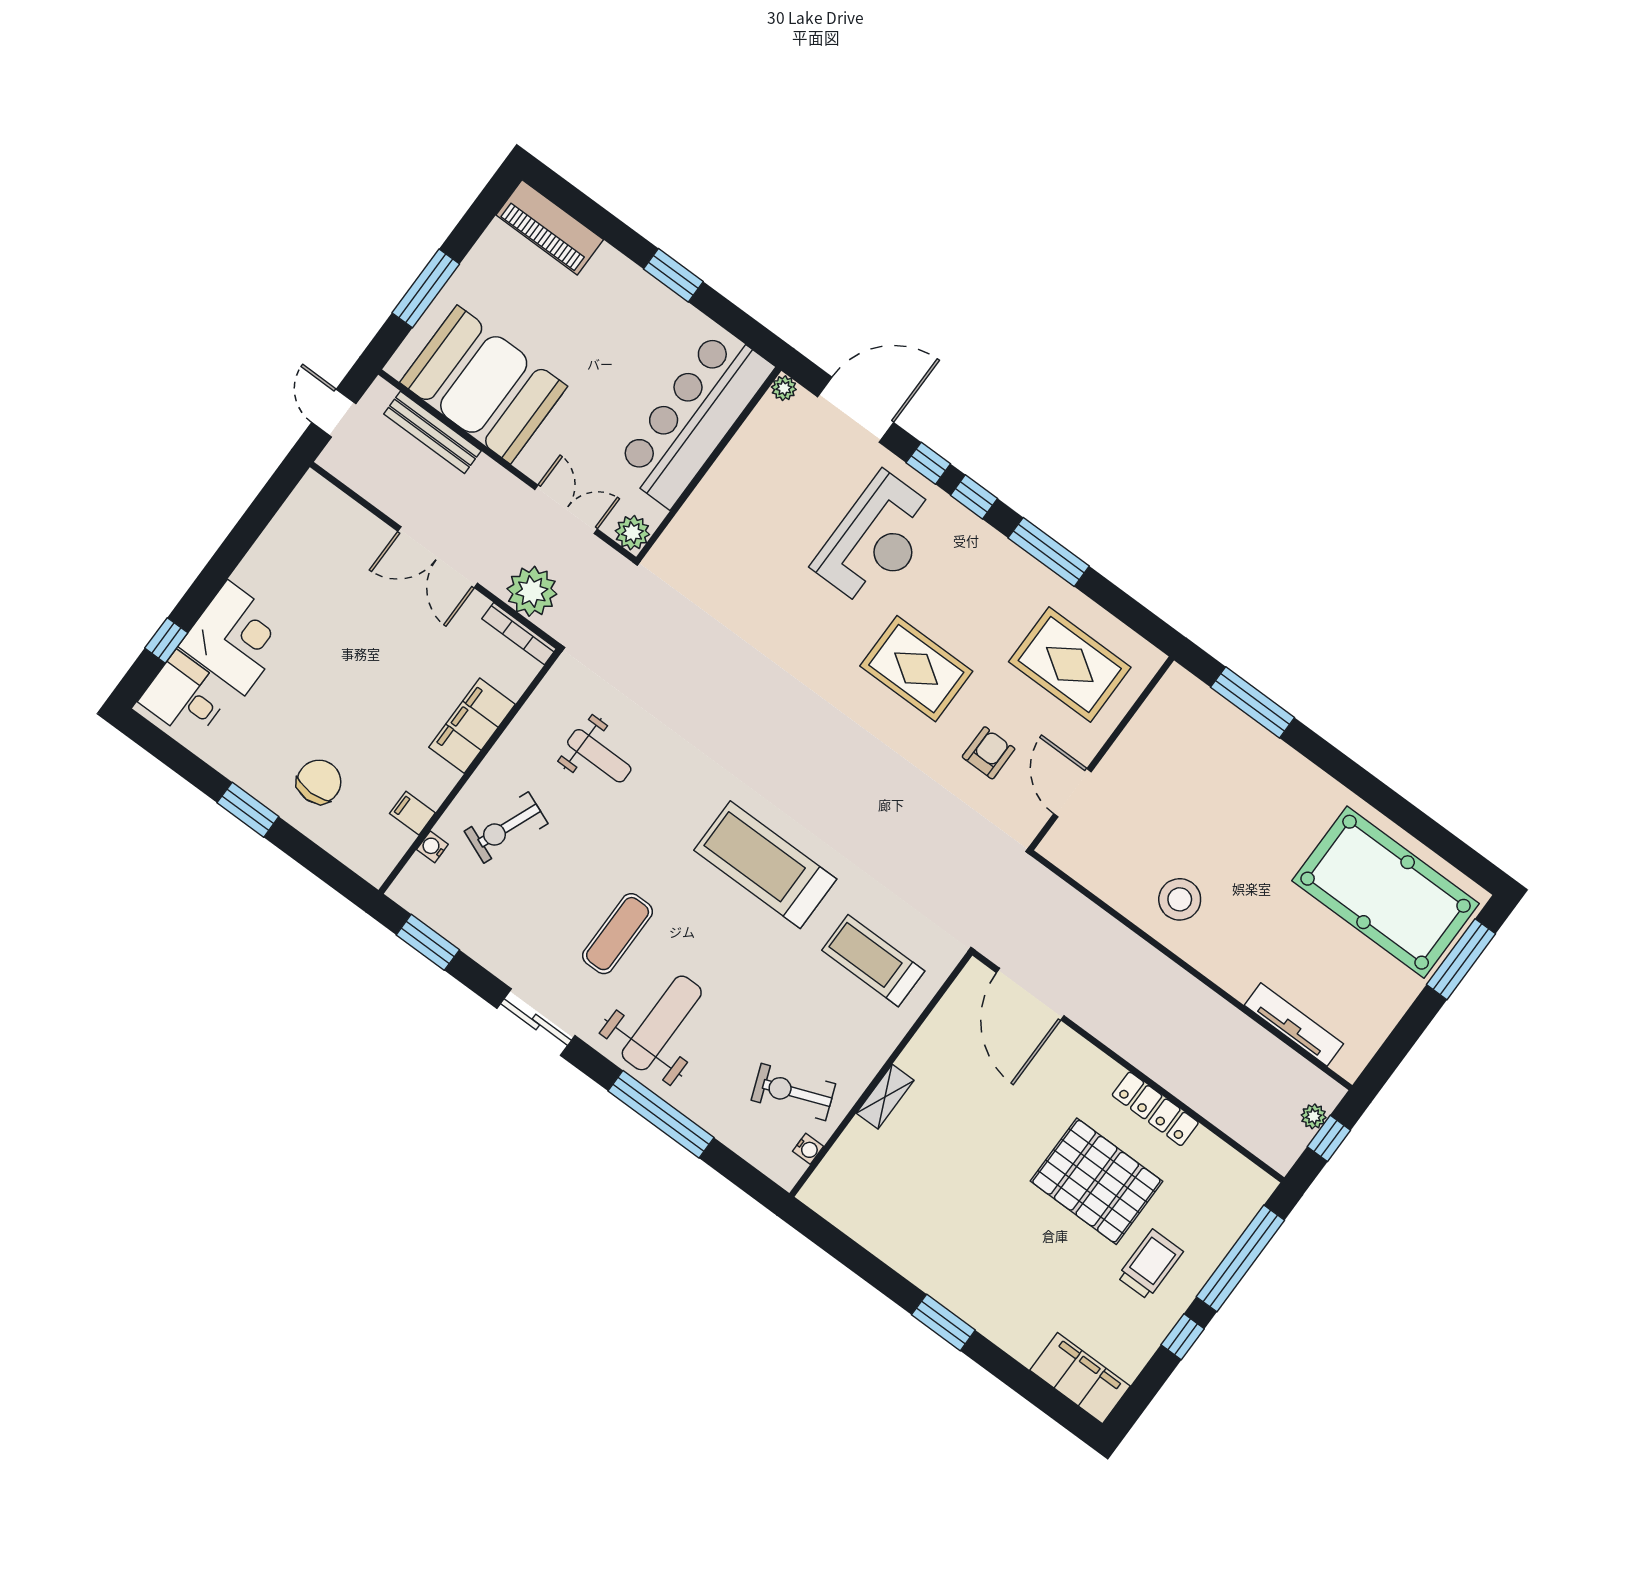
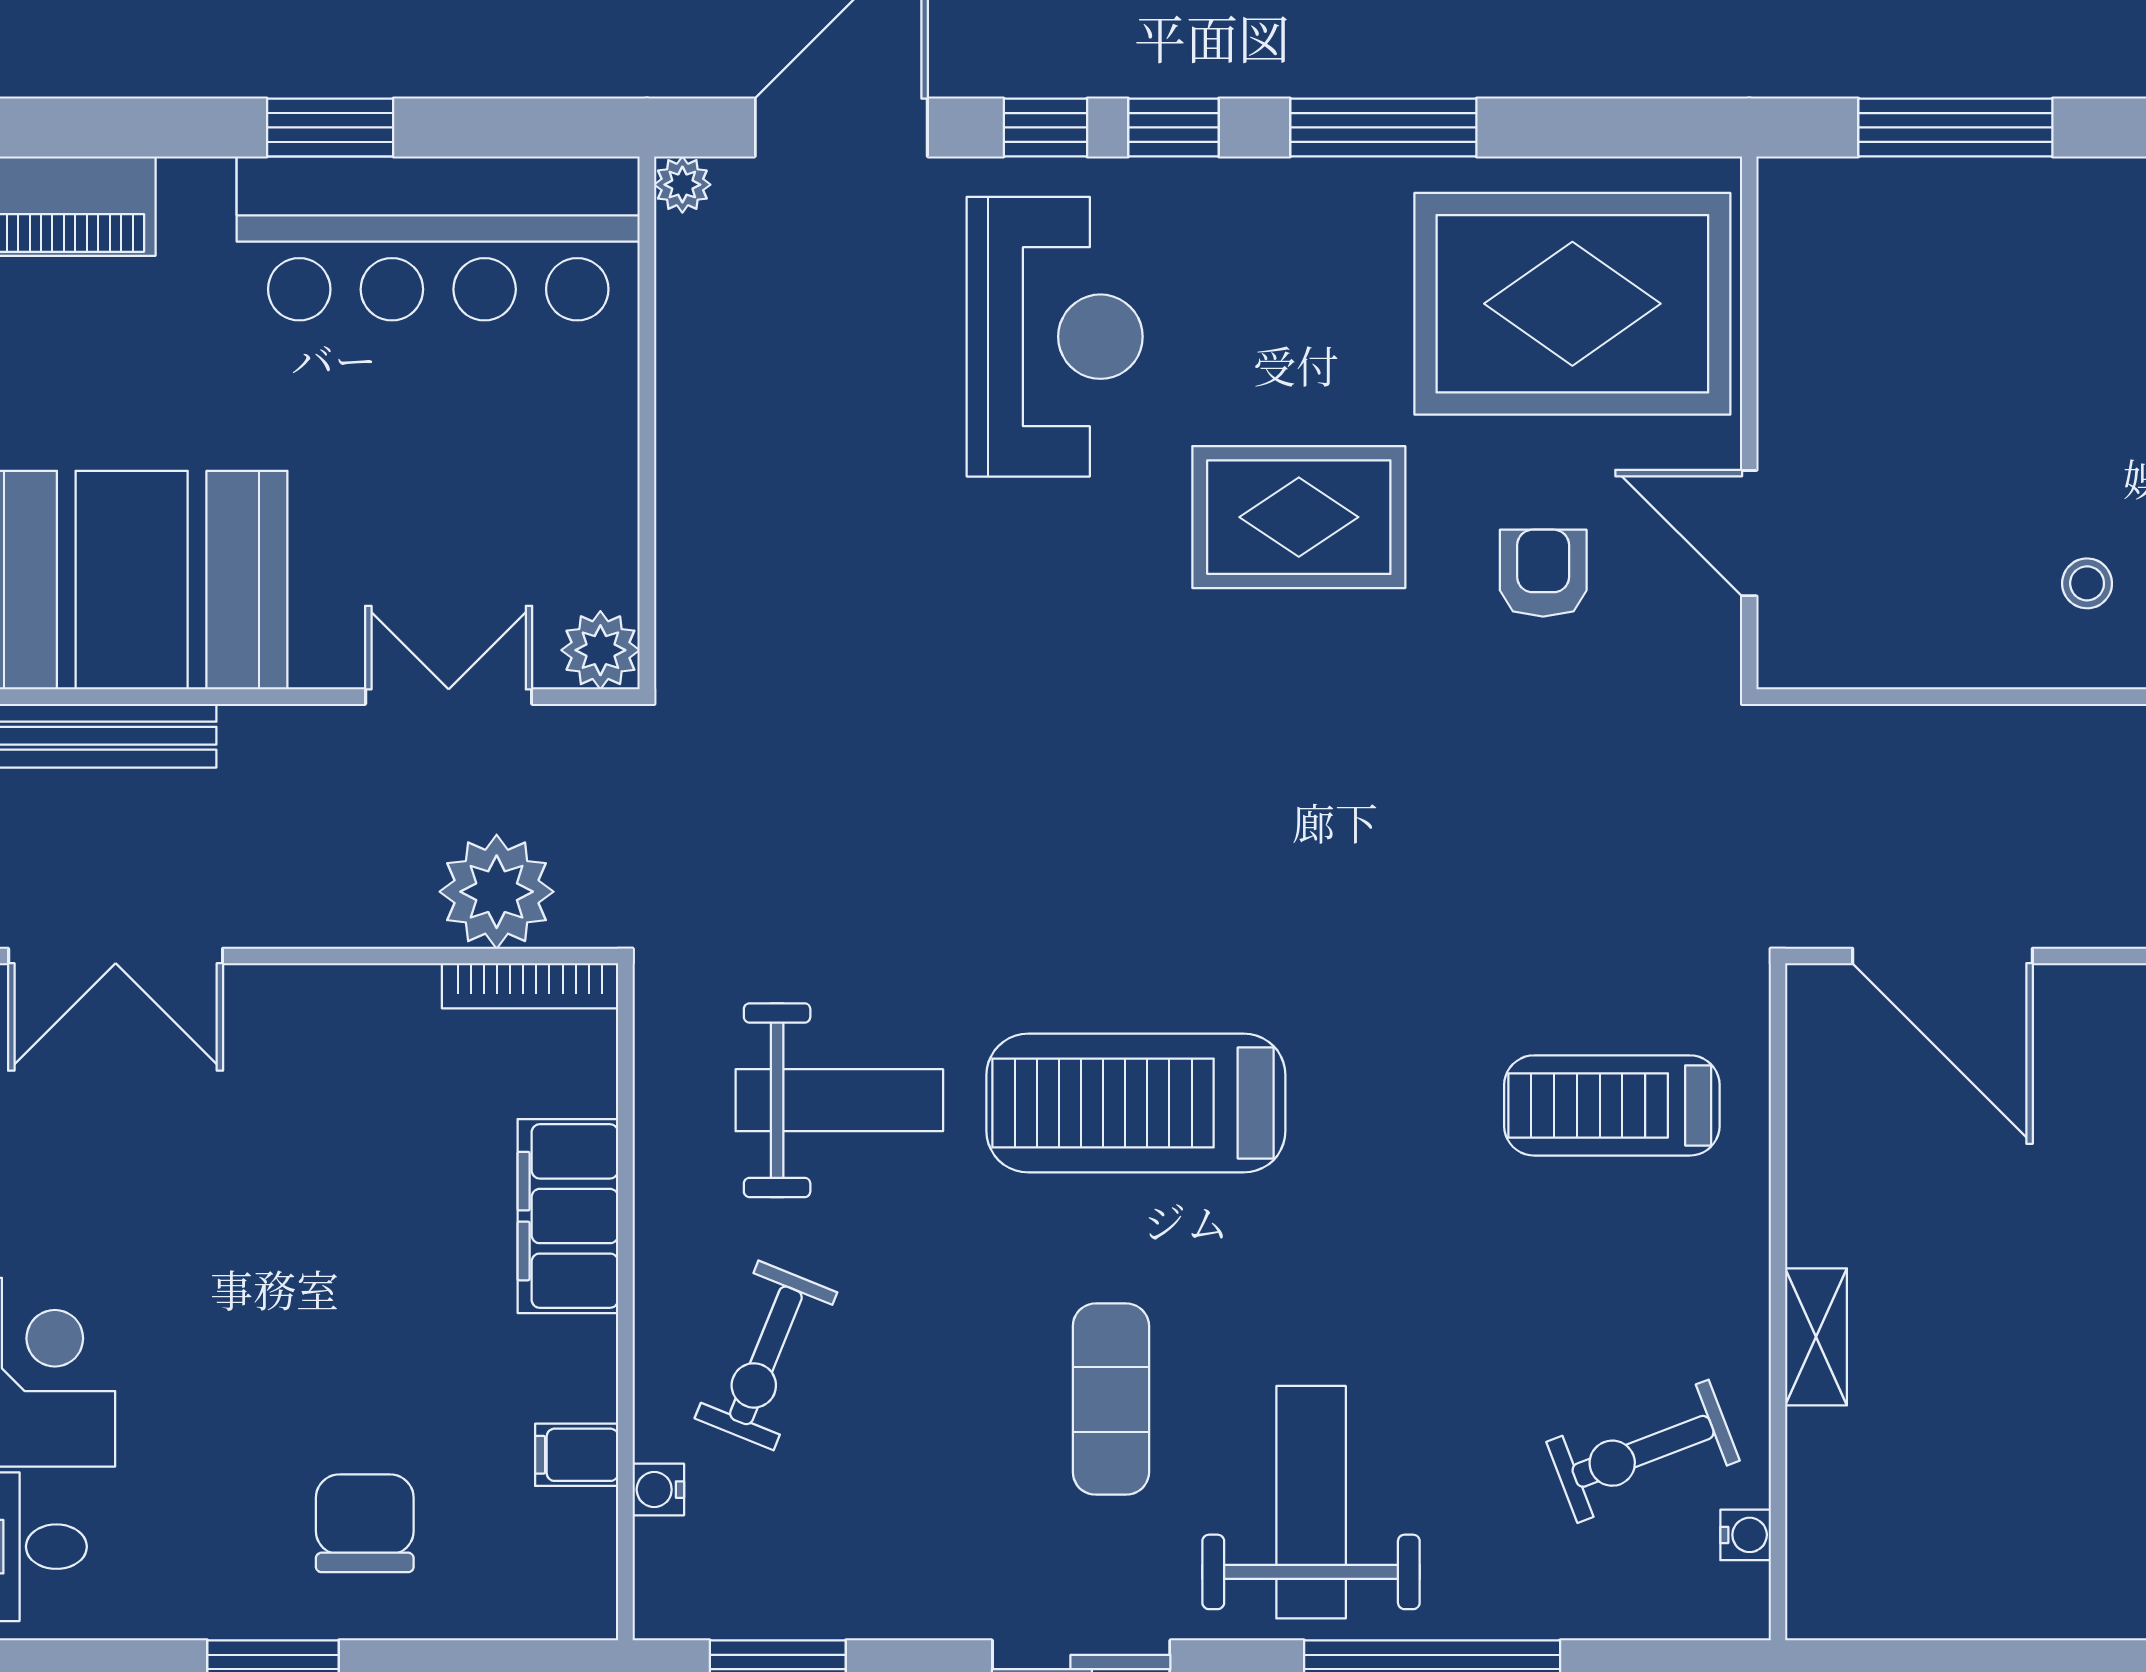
bar counter: (694, 417) -> (438, 238), moved, turned -90
double door: (438, 557) -> (116, 956), moved
rug: (1070, 665) -> (1572, 304), width x1.37, depth x1.44
weight bench: (599, 756) -> (839, 1100), width x1.36, depth x1.33
treadmill: (765, 865) -> (1136, 1103), moved
stool: (1180, 899) -> (2087, 583), width x0.53, depth x0.53

